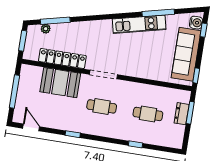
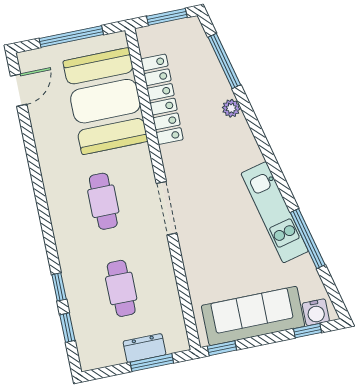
plant: (46, 29) -> (231, 108), moved
doorway: (103, 74) -> (167, 208), moved
booth: (60, 83) -> (105, 101), width x1.36, depth x1.42
window: (73, 134) -> (67, 328), moved

